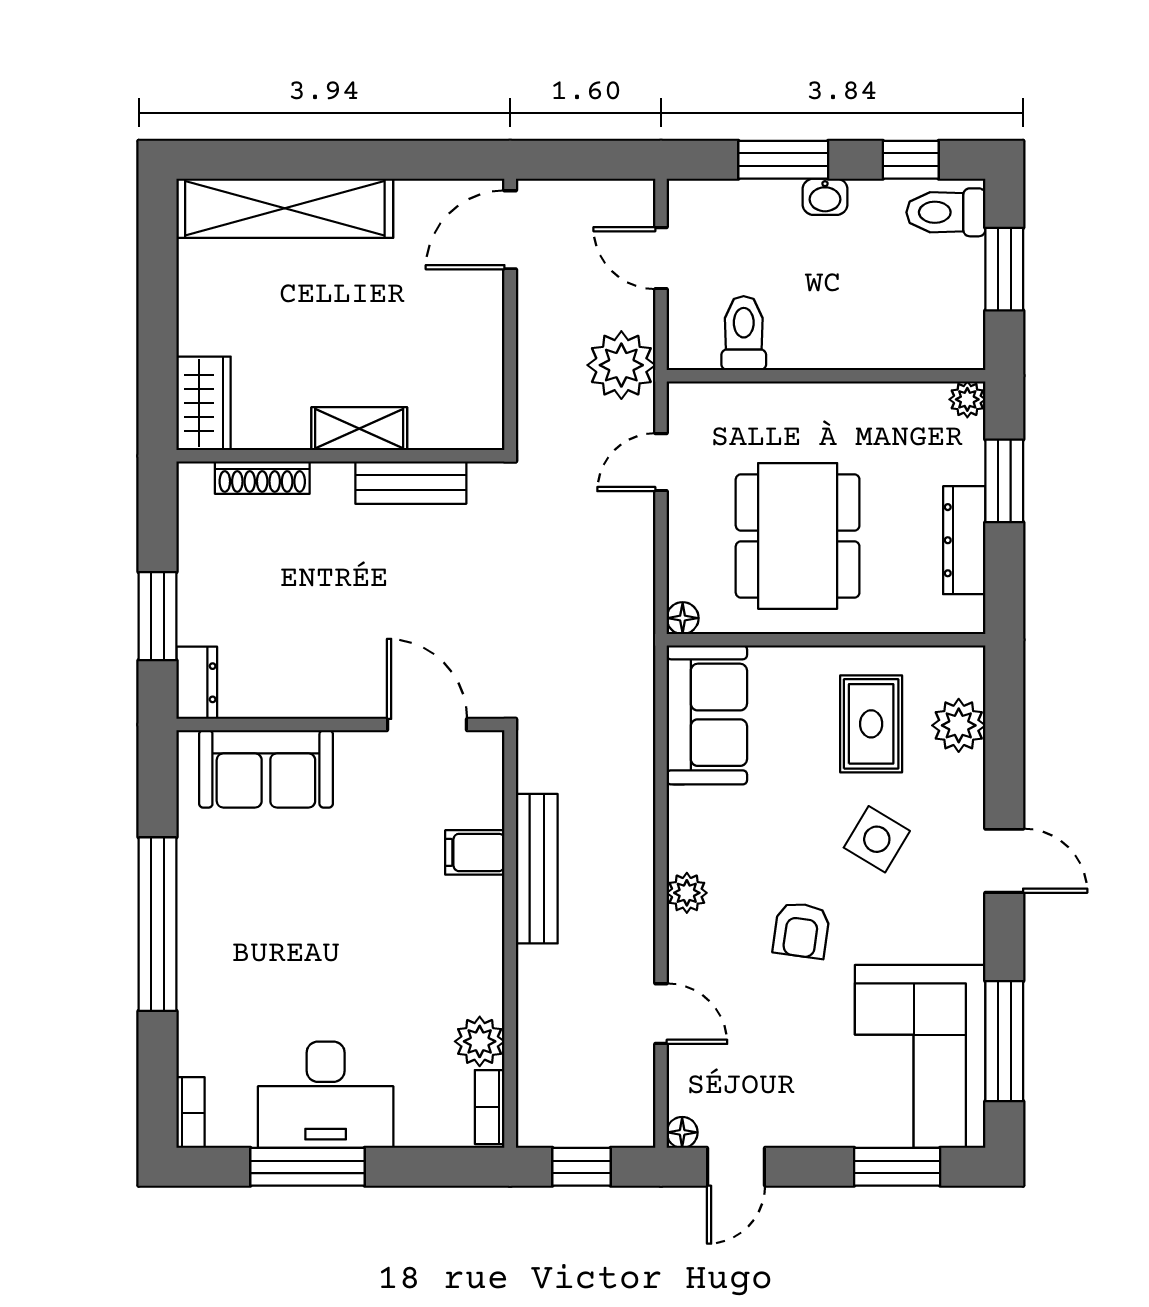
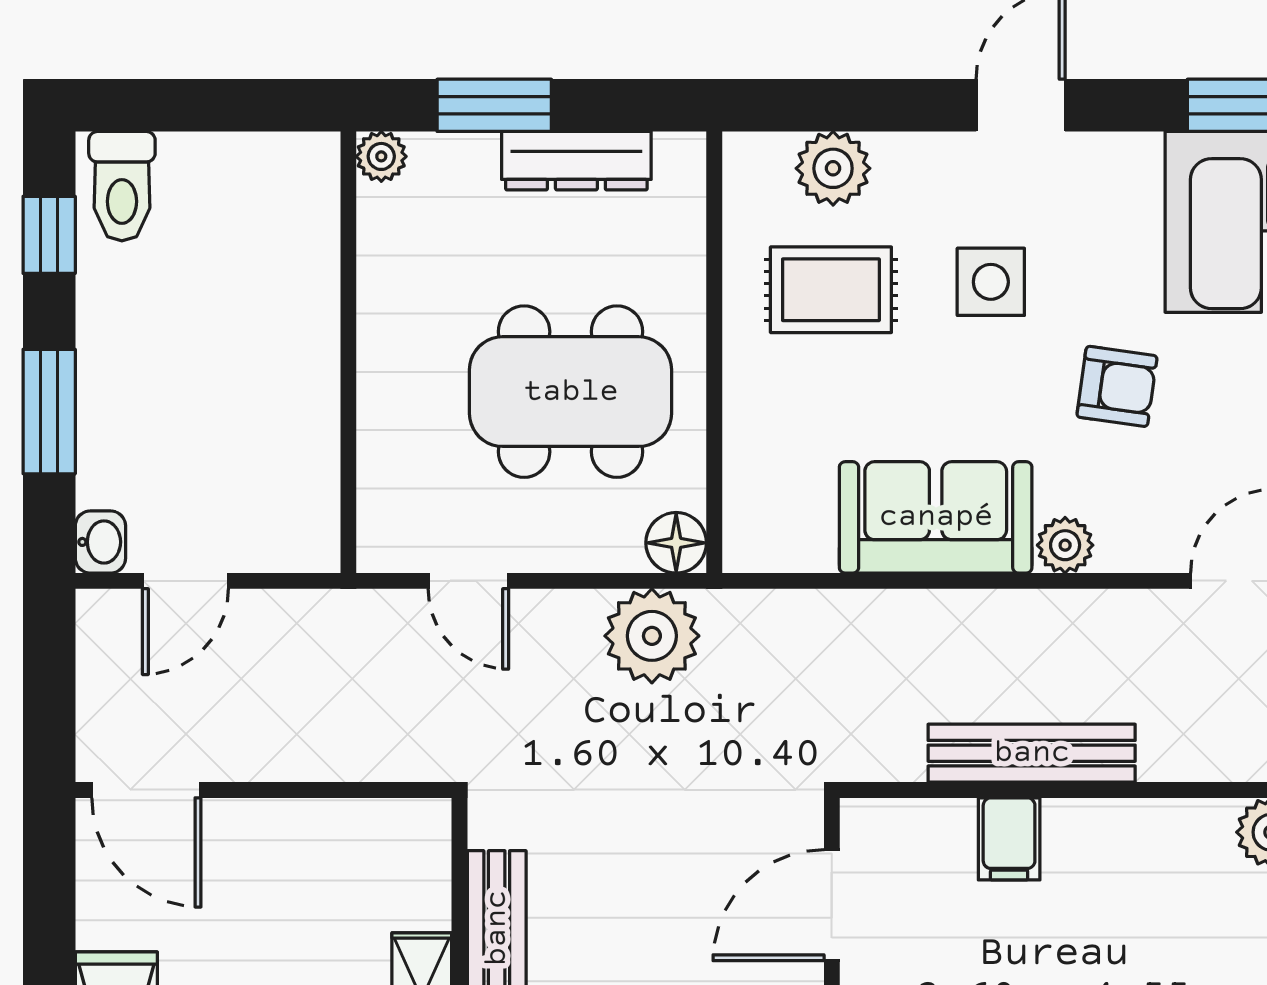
washbasin: (825, 197) -> (100, 542), moved
window: (1004, 269) -> (201, 105), removed
toilet: (744, 333) -> (289, 466), removed
plant: (621, 365) -> (652, 636), moved
floor lamp: (683, 618) -> (676, 543), width x1.37, depth x1.37
sofa: (707, 715) -> (936, 517), moved
side table: (877, 839) -> (991, 282), turned -31

